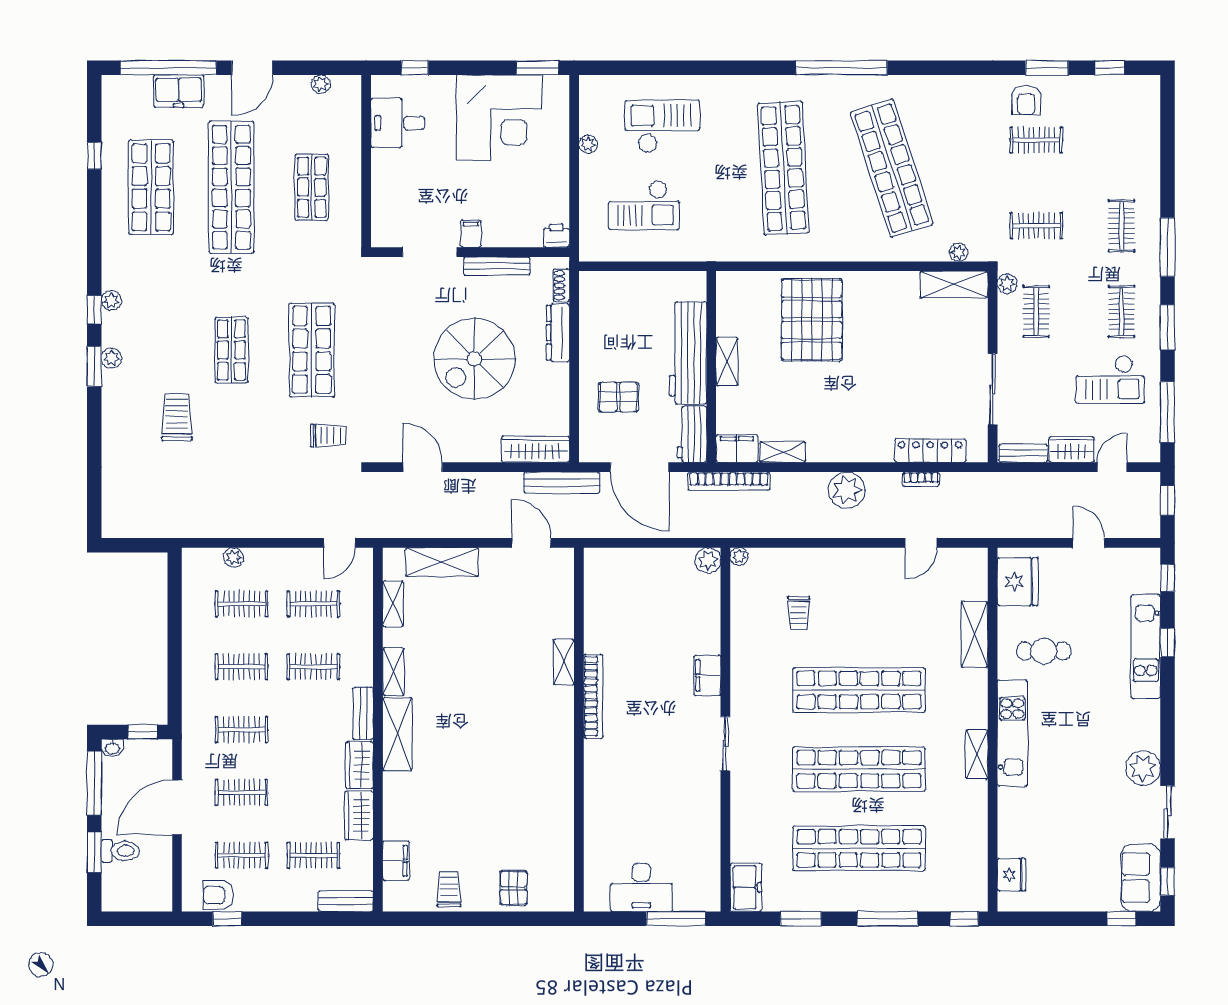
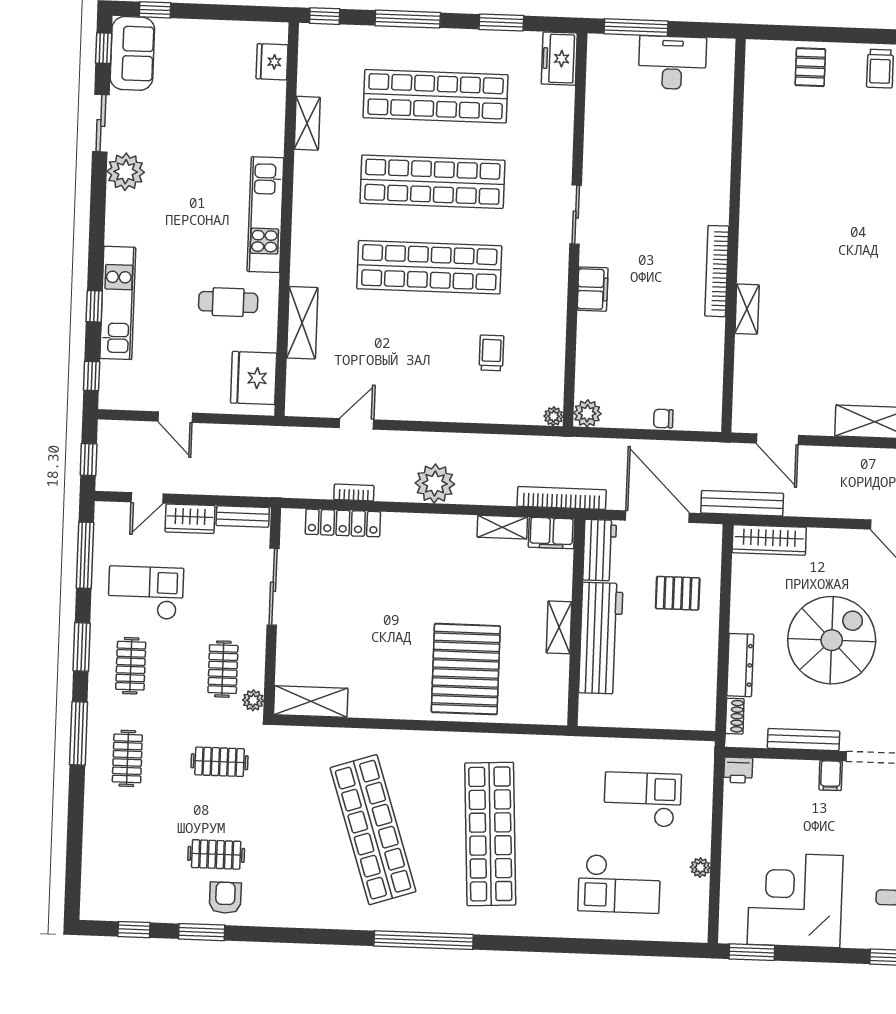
plant: (958, 252) -> (305, 736), removed
chair: (637, 558) -> (663, 419), added
shelving: (977, 754) -> (307, 123), moved

